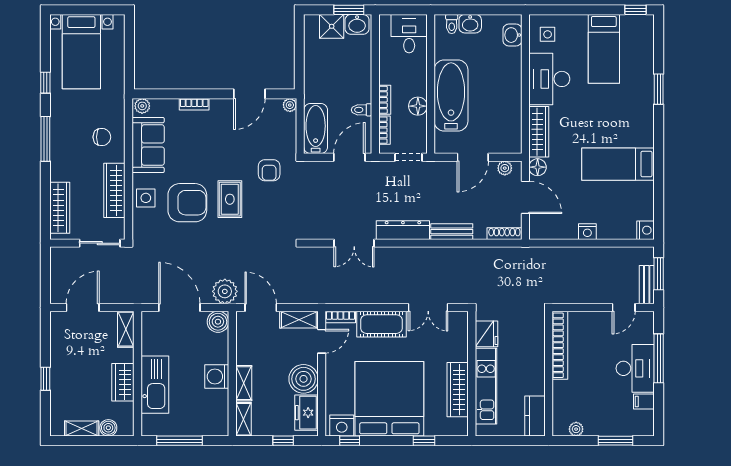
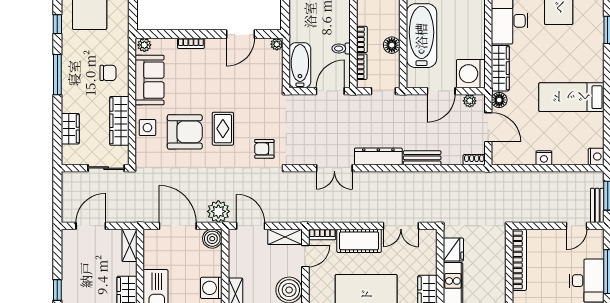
washing machine: (506, 138) -> (471, 74), added
armchair: (269, 170) -> (264, 149), moved, turned 90
wardrobe: (60, 208) -> (70, 129), width x0.67
shoe rack: (504, 234) -> (474, 160), width x0.70

